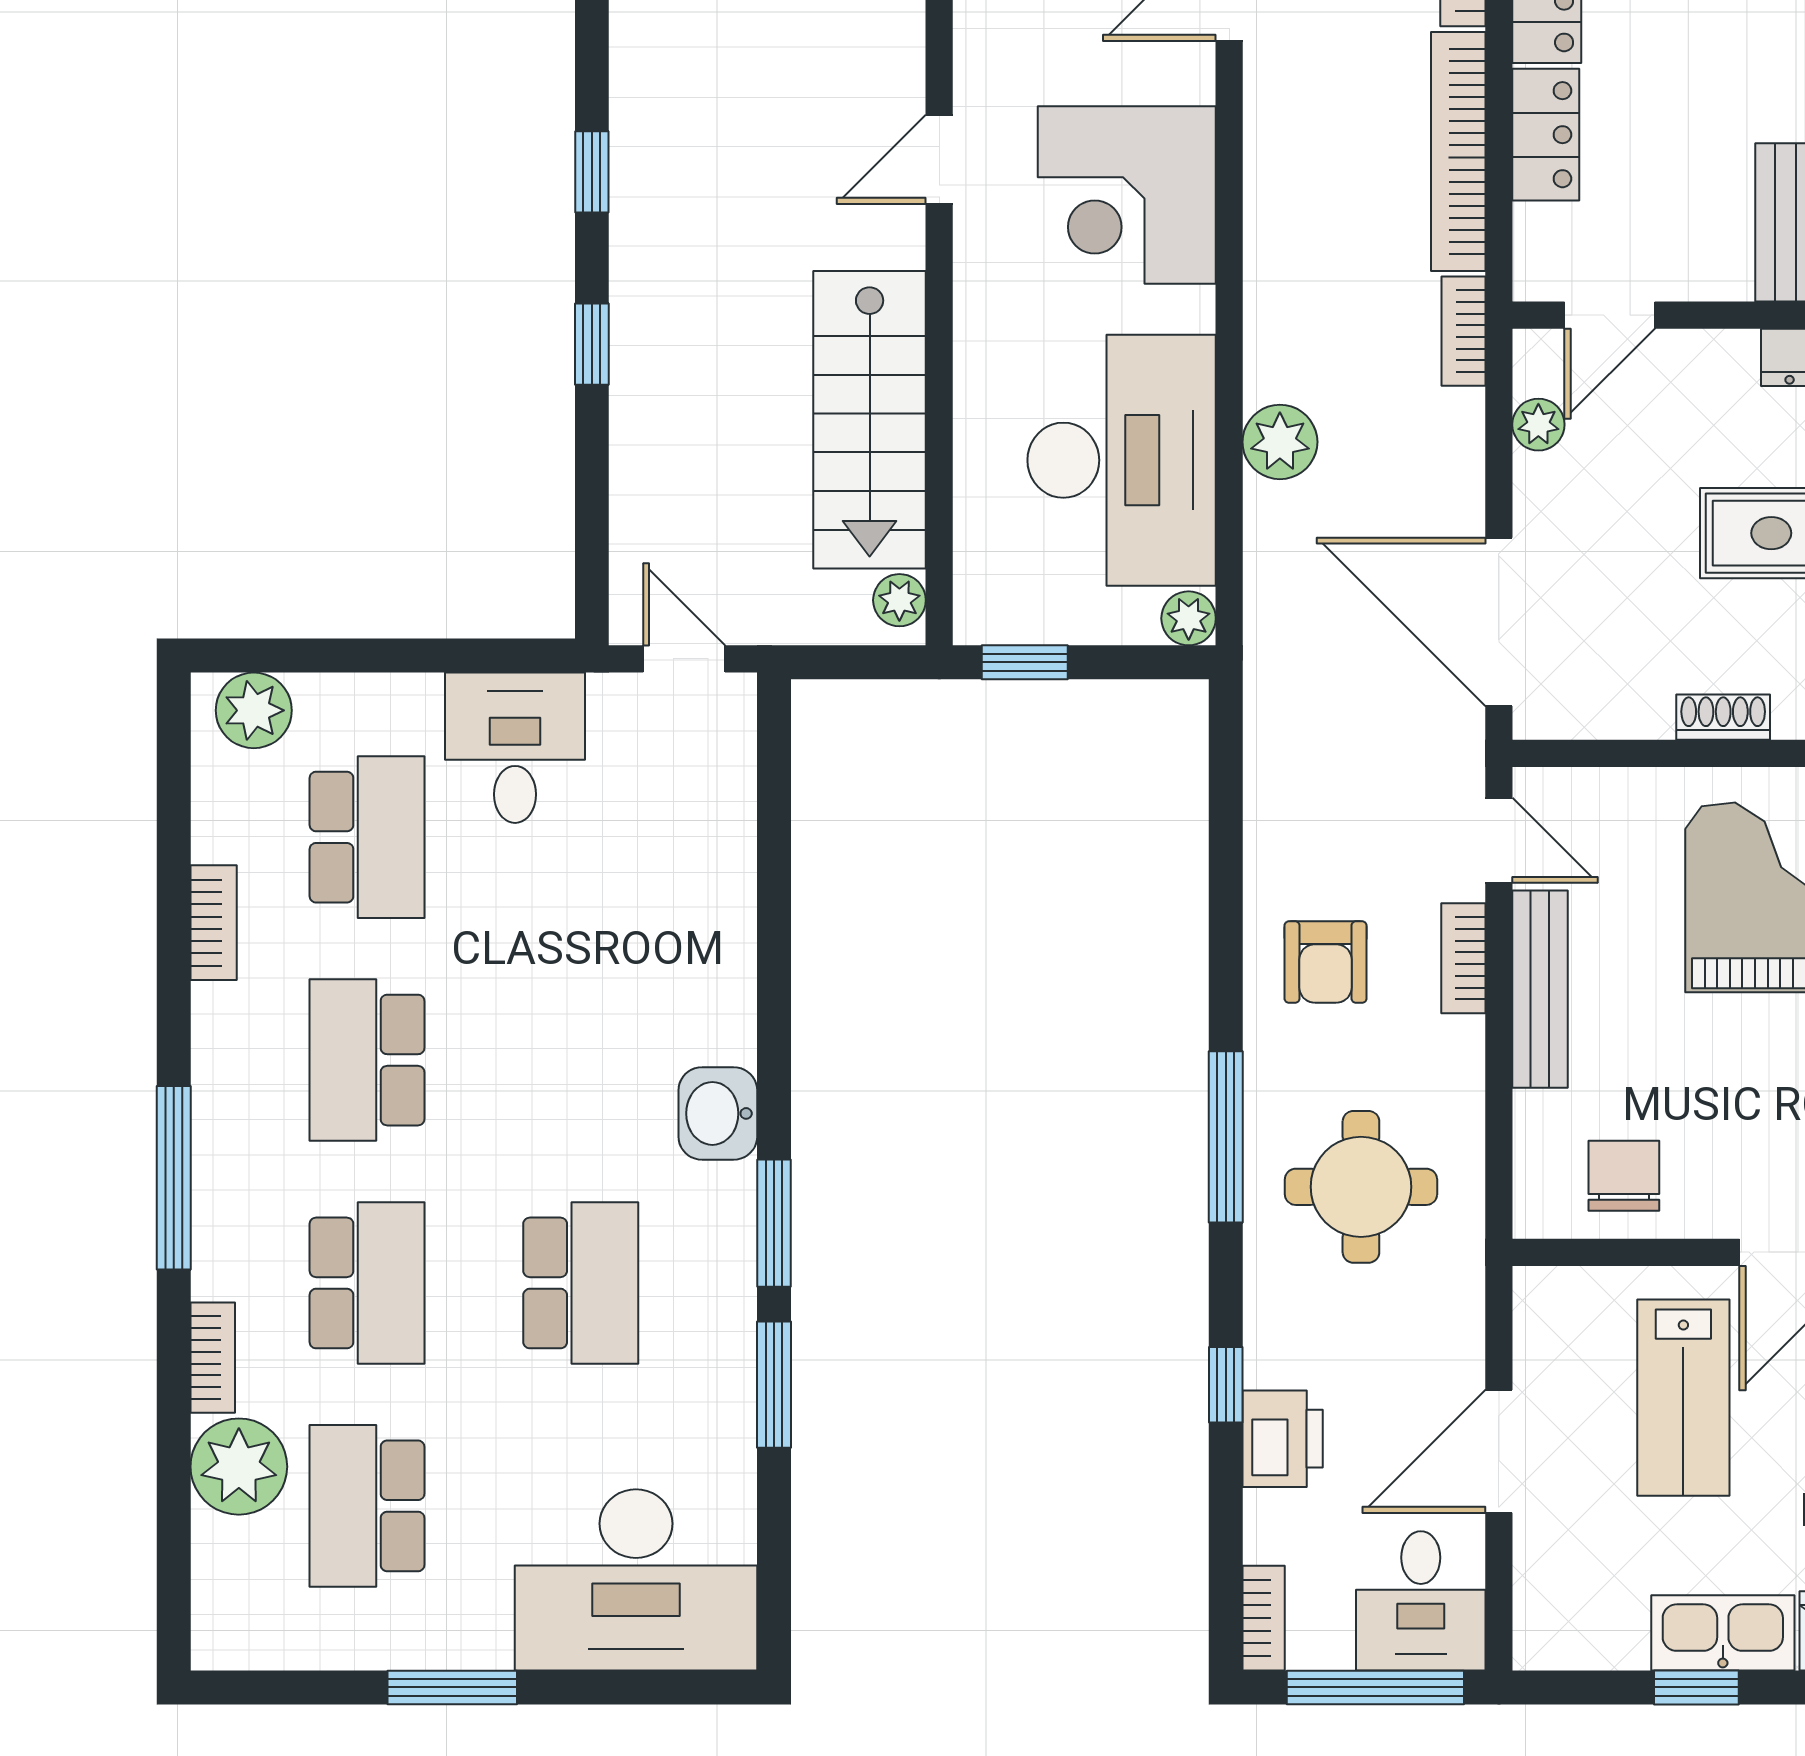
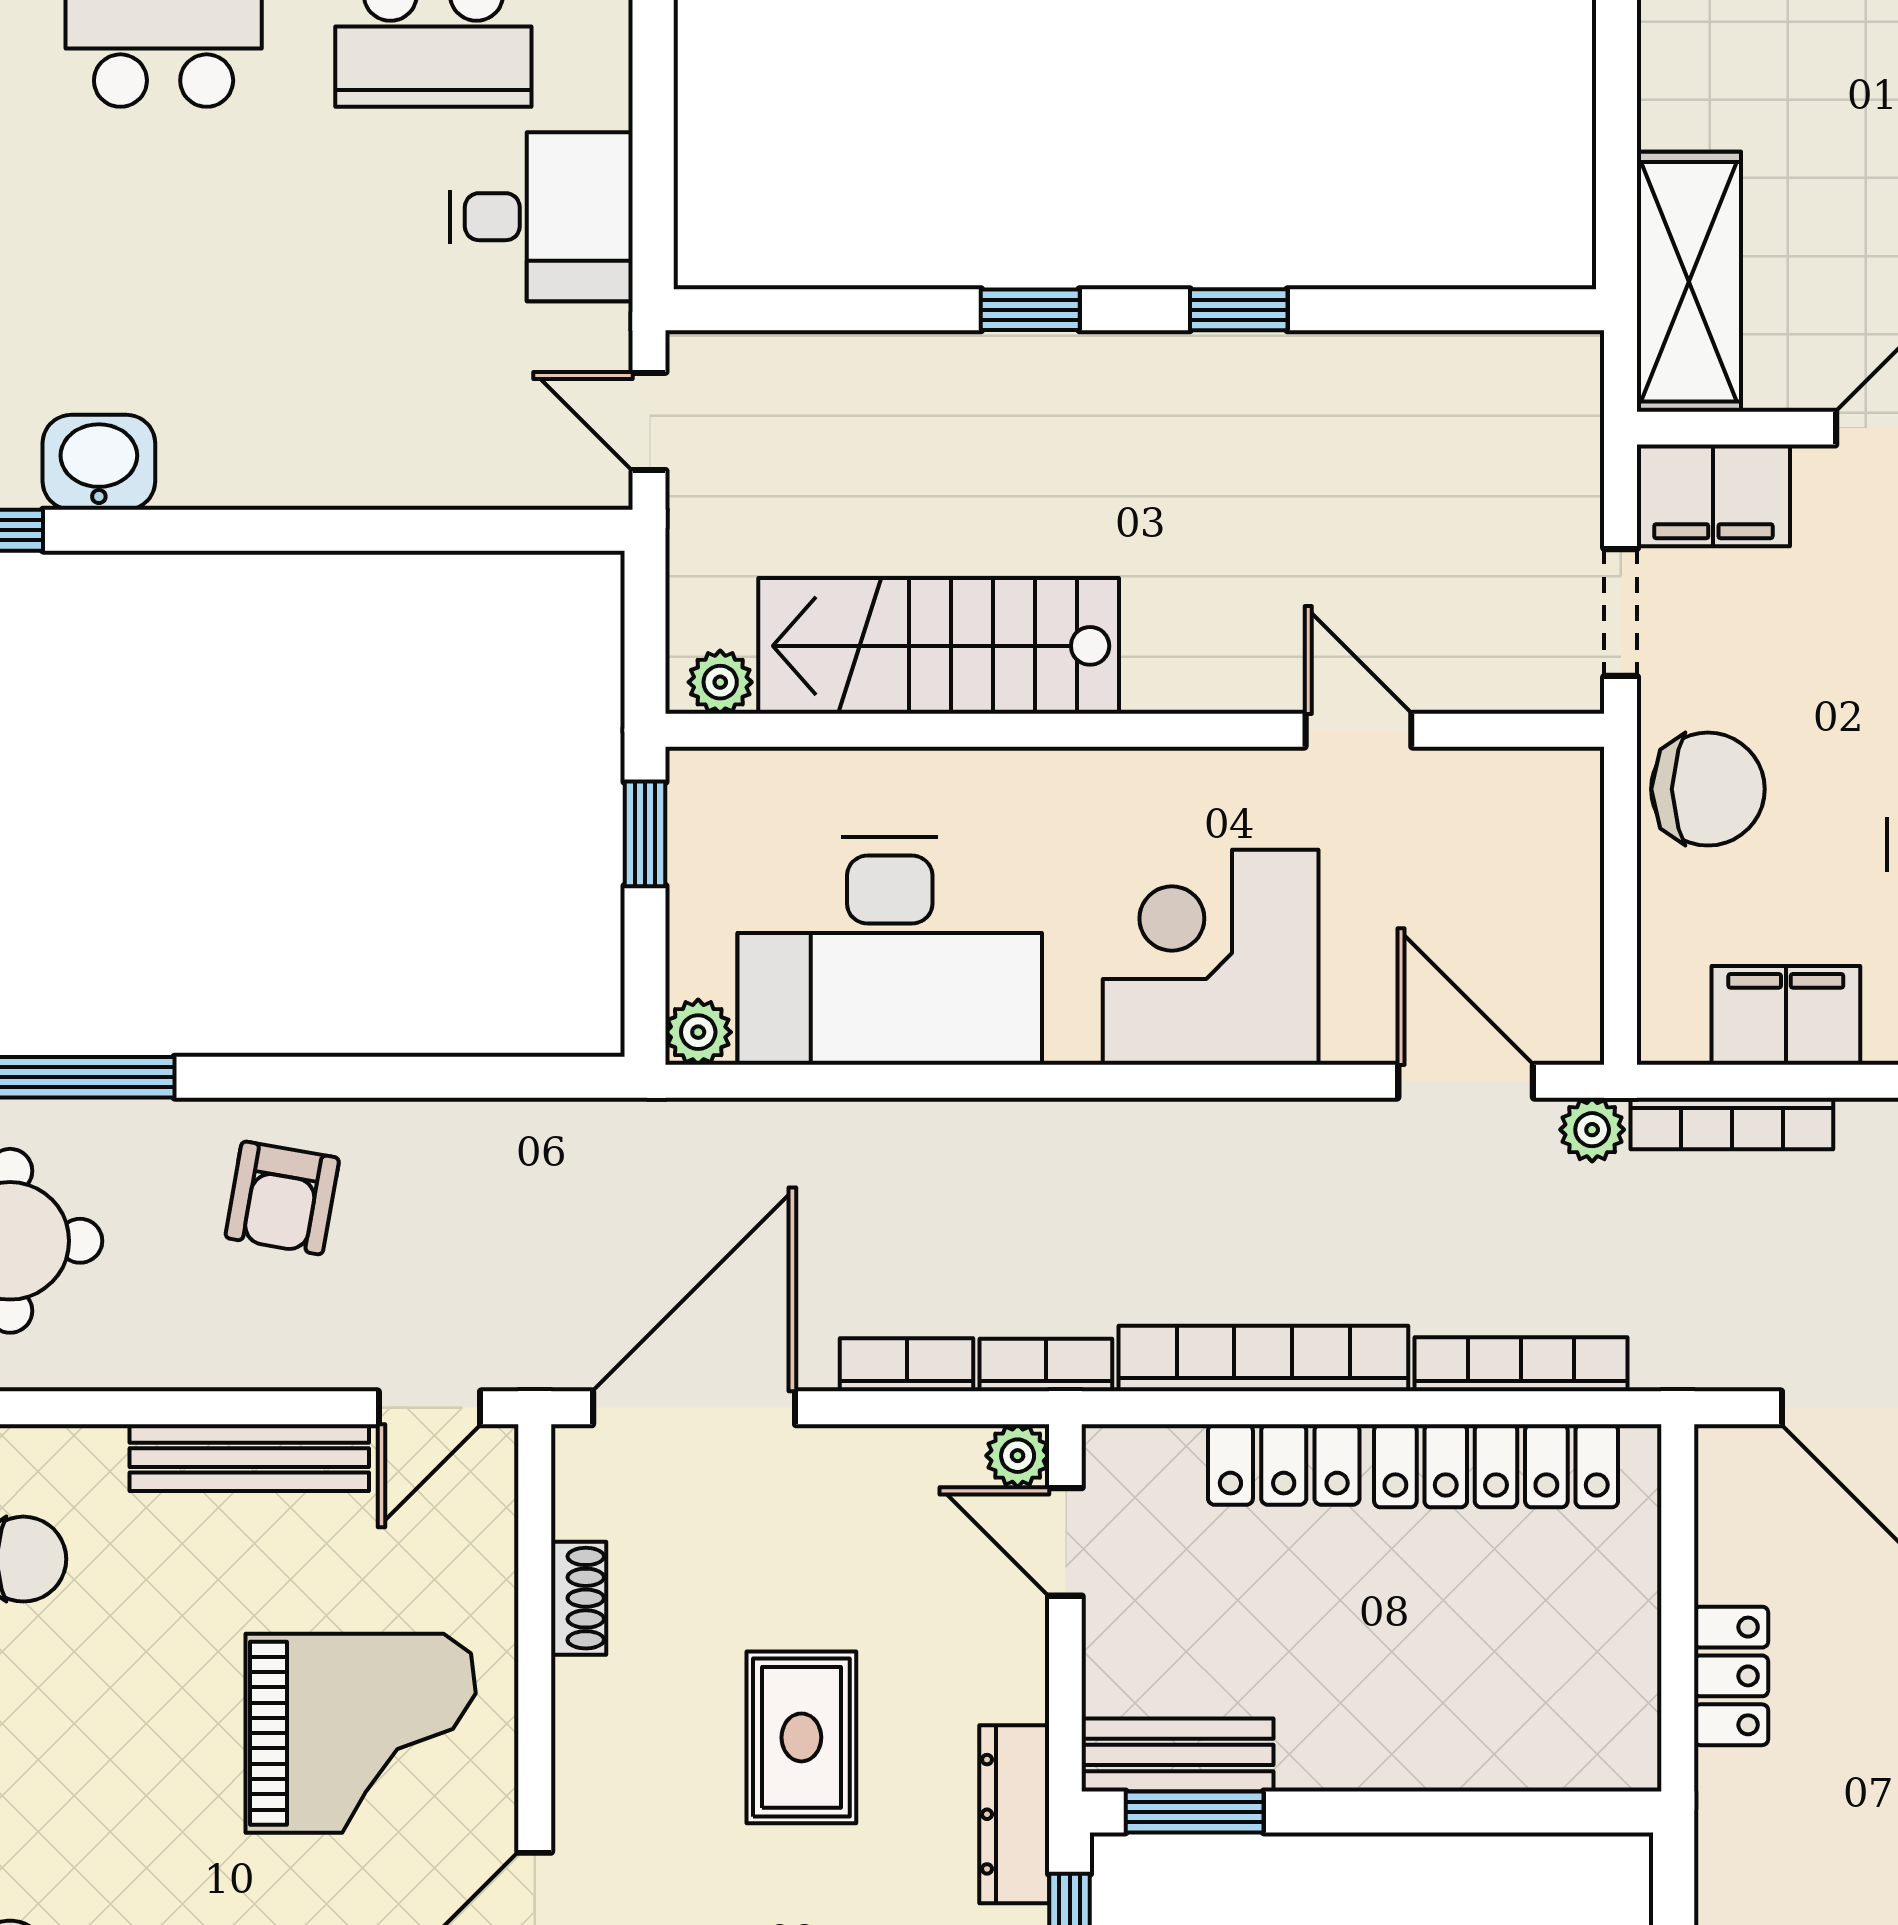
door: (939, 159) -> (1358, 730), moved
plant: (1538, 425) -> (1018, 1456), moved
plant: (1280, 442) -> (912, 1143), removed
door: (684, 659) -> (649, 421), swing flipped
shoe rack: (1723, 717) -> (579, 1598), moved
bookcase: (1463, 958) -> (907, 1365), moved
armchair: (1326, 962) -> (282, 1198), turned -80

